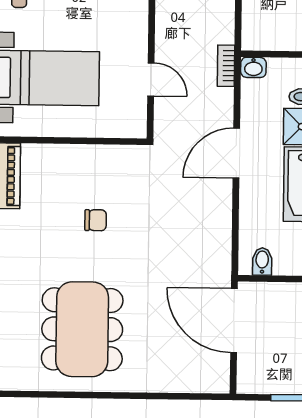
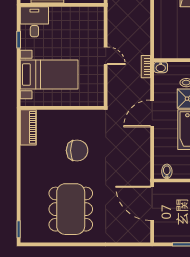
door: (151, 79) -> (106, 56), moved
chair: (96, 220) -> (77, 150), width x1.87, depth x1.87

